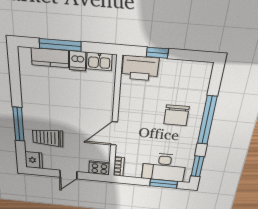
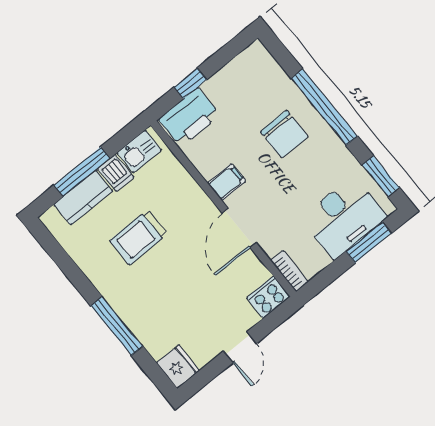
filing cabinet: (128, 111) -> (227, 182), added
trolley: (48, 138) -> (139, 237), moved

